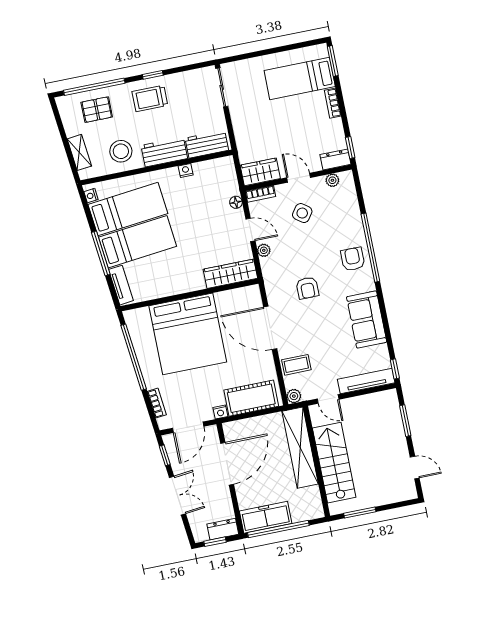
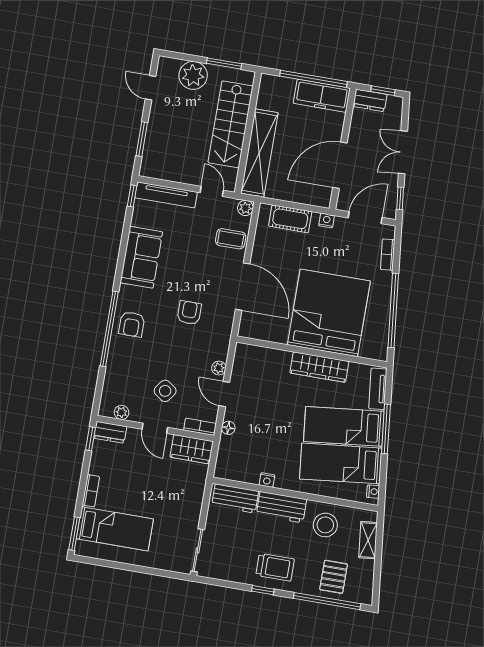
pallet: (97, 110) -> (334, 577), turned 90
wardrobe: (230, 274) -> (319, 367), moved
cot: (251, 398) -> (290, 219), width x0.73, depth x0.75
plant: (382, 492) -> (193, 75), added

